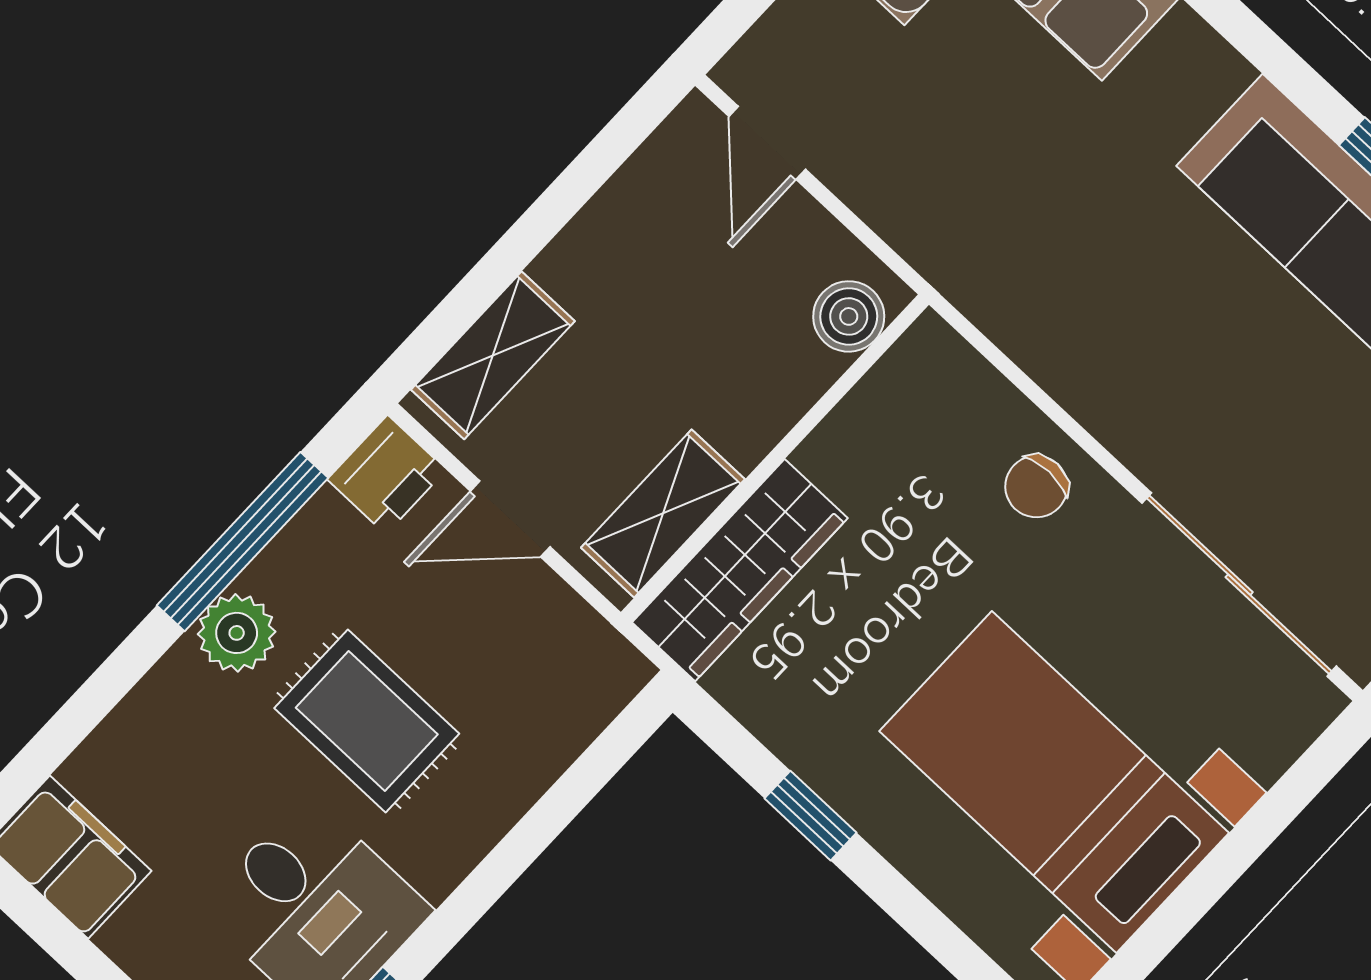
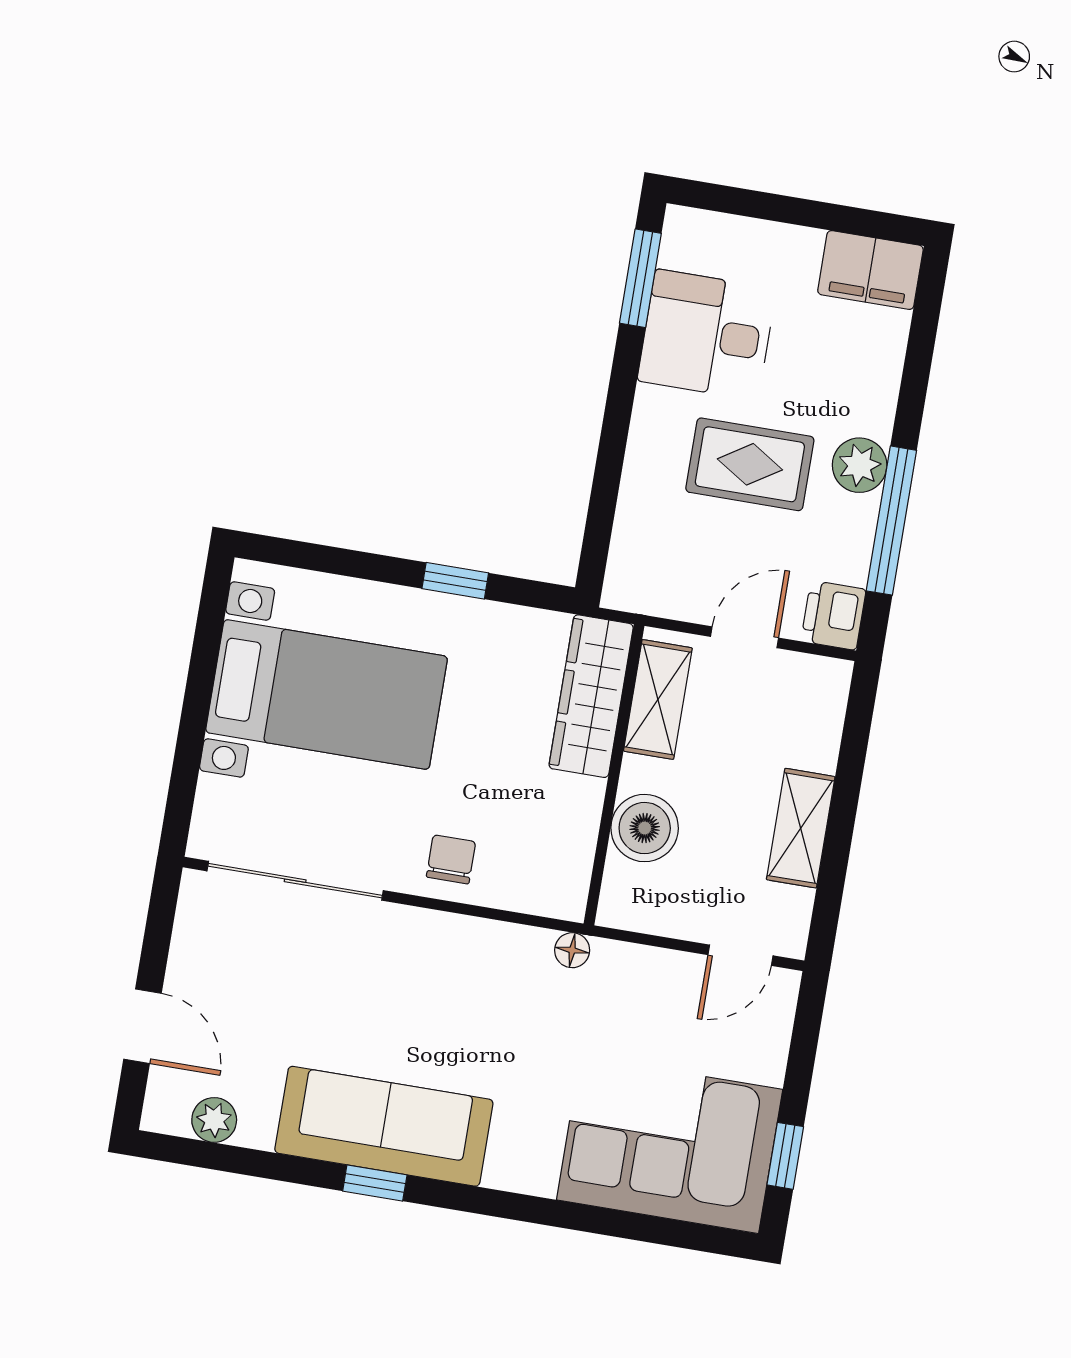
door: (767, 143) -> (740, 955), swing flipped
floor lamp: (964, 282) -> (572, 950), added
boiler: (849, 316) -> (645, 828), moved, width x1.36, depth x1.36
shelving: (493, 355) -> (801, 828), moved

